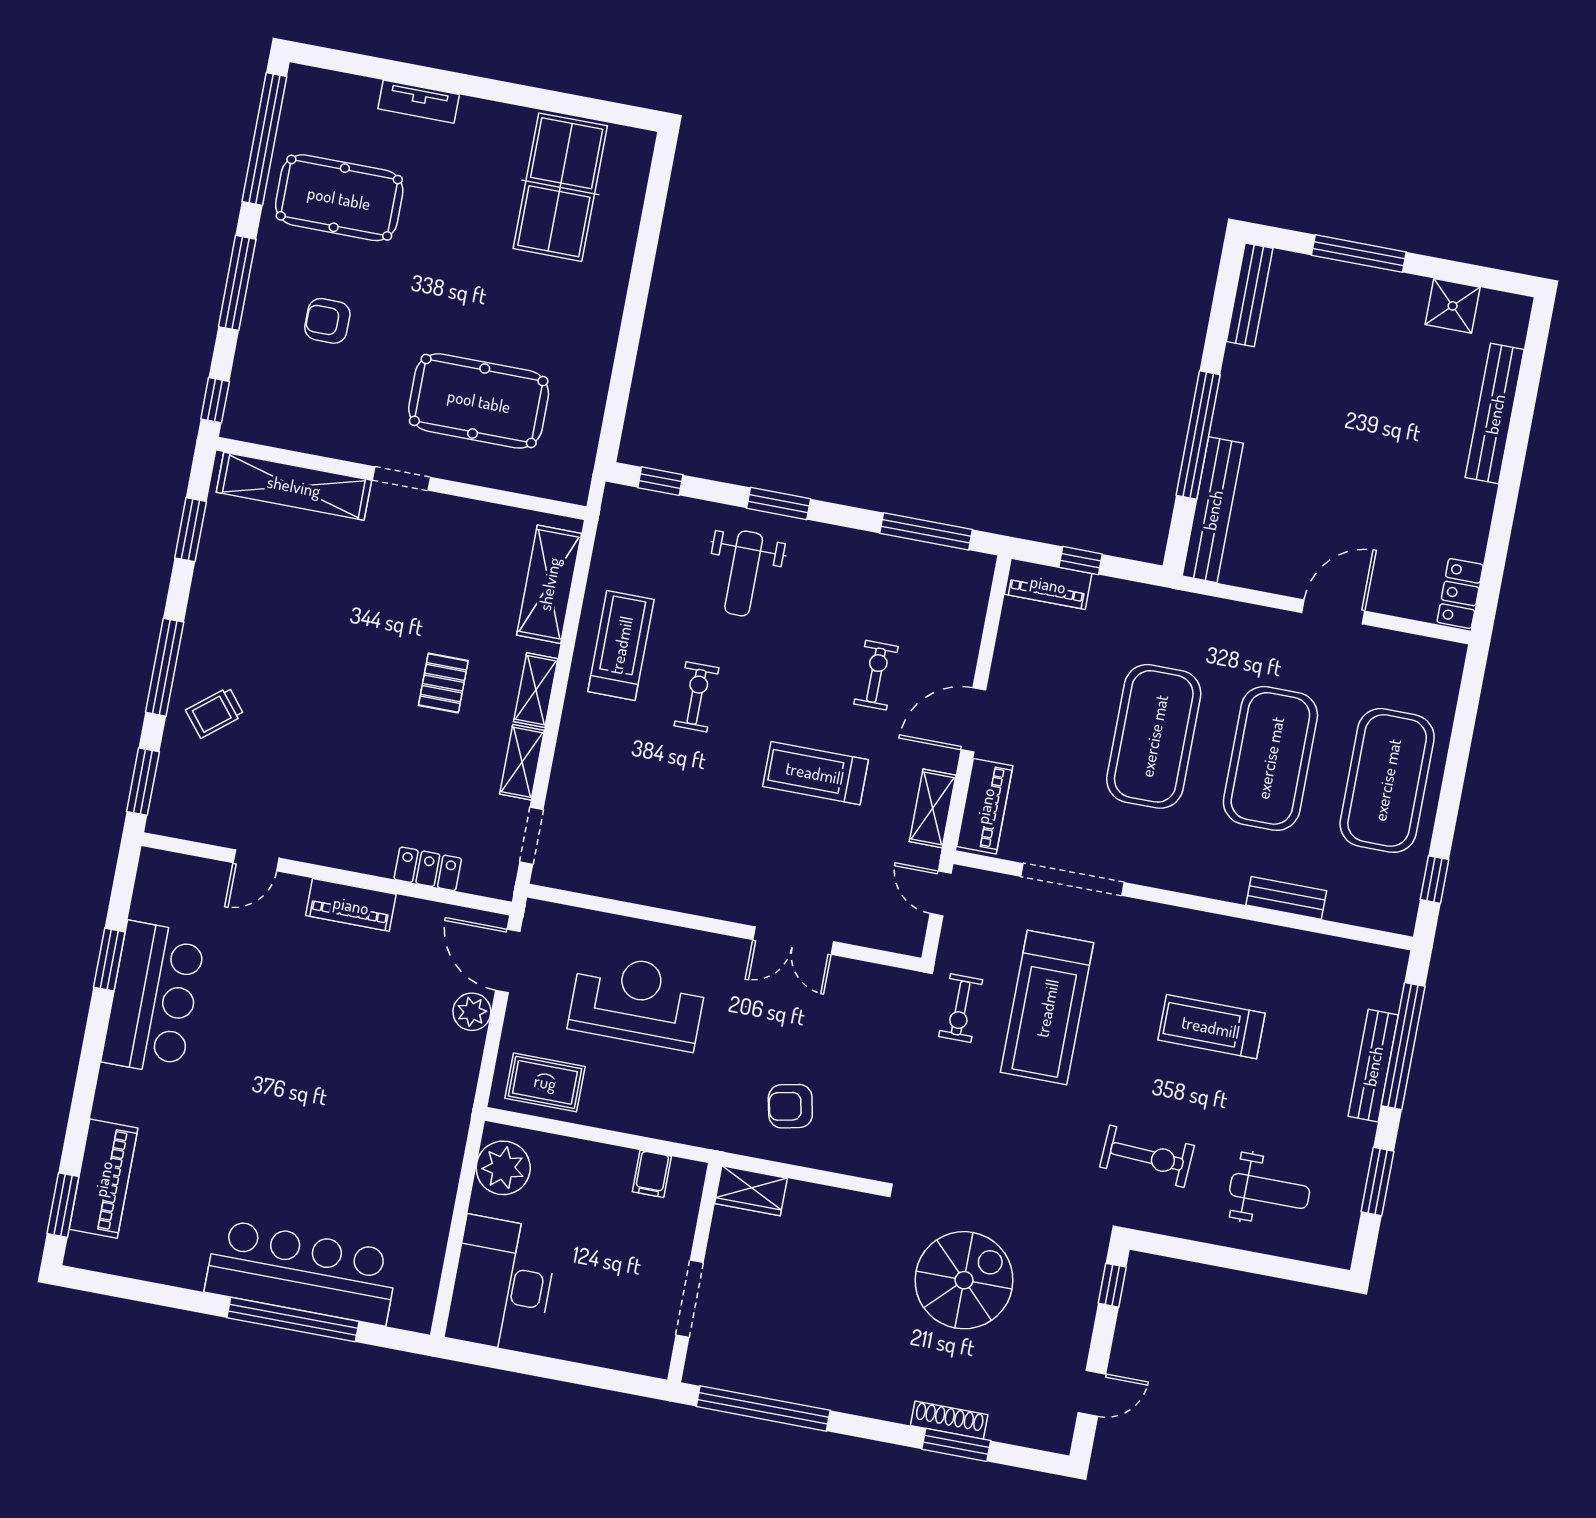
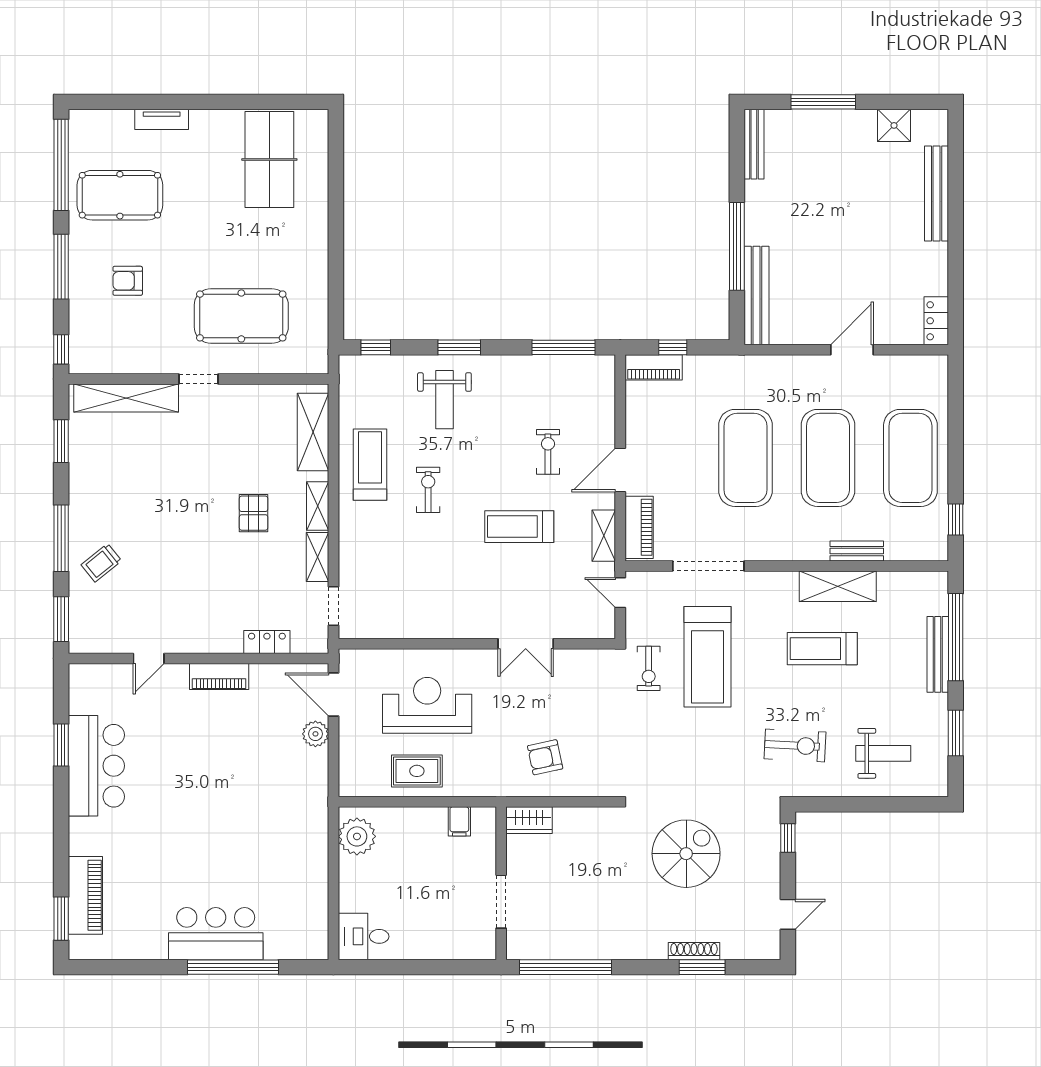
shelving: (1250, 943) -> (838, 586), added
rug: (545, 1082) -> (417, 771), moved
bar counter: (302, 1272) -> (216, 934), width x0.73
desk: (502, 1284) -> (364, 936), width x0.53, depth x0.77

